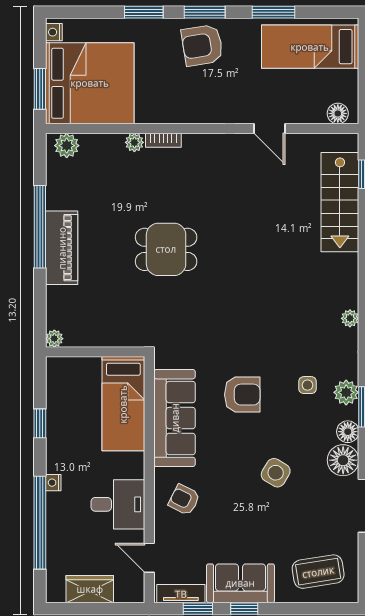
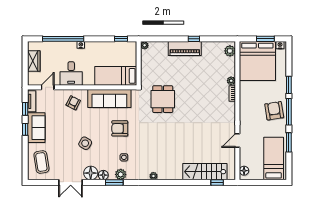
window: (205, 12) -> (289, 112), width x1.44
window: (40, 89) -> (265, 39), moved
window: (40, 227) -> (194, 39), width x0.32
dining table: (166, 249) -> (163, 99), moved
armchair: (242, 395) -> (120, 128), turned 90
window: (40, 423) -> (121, 39), moved

